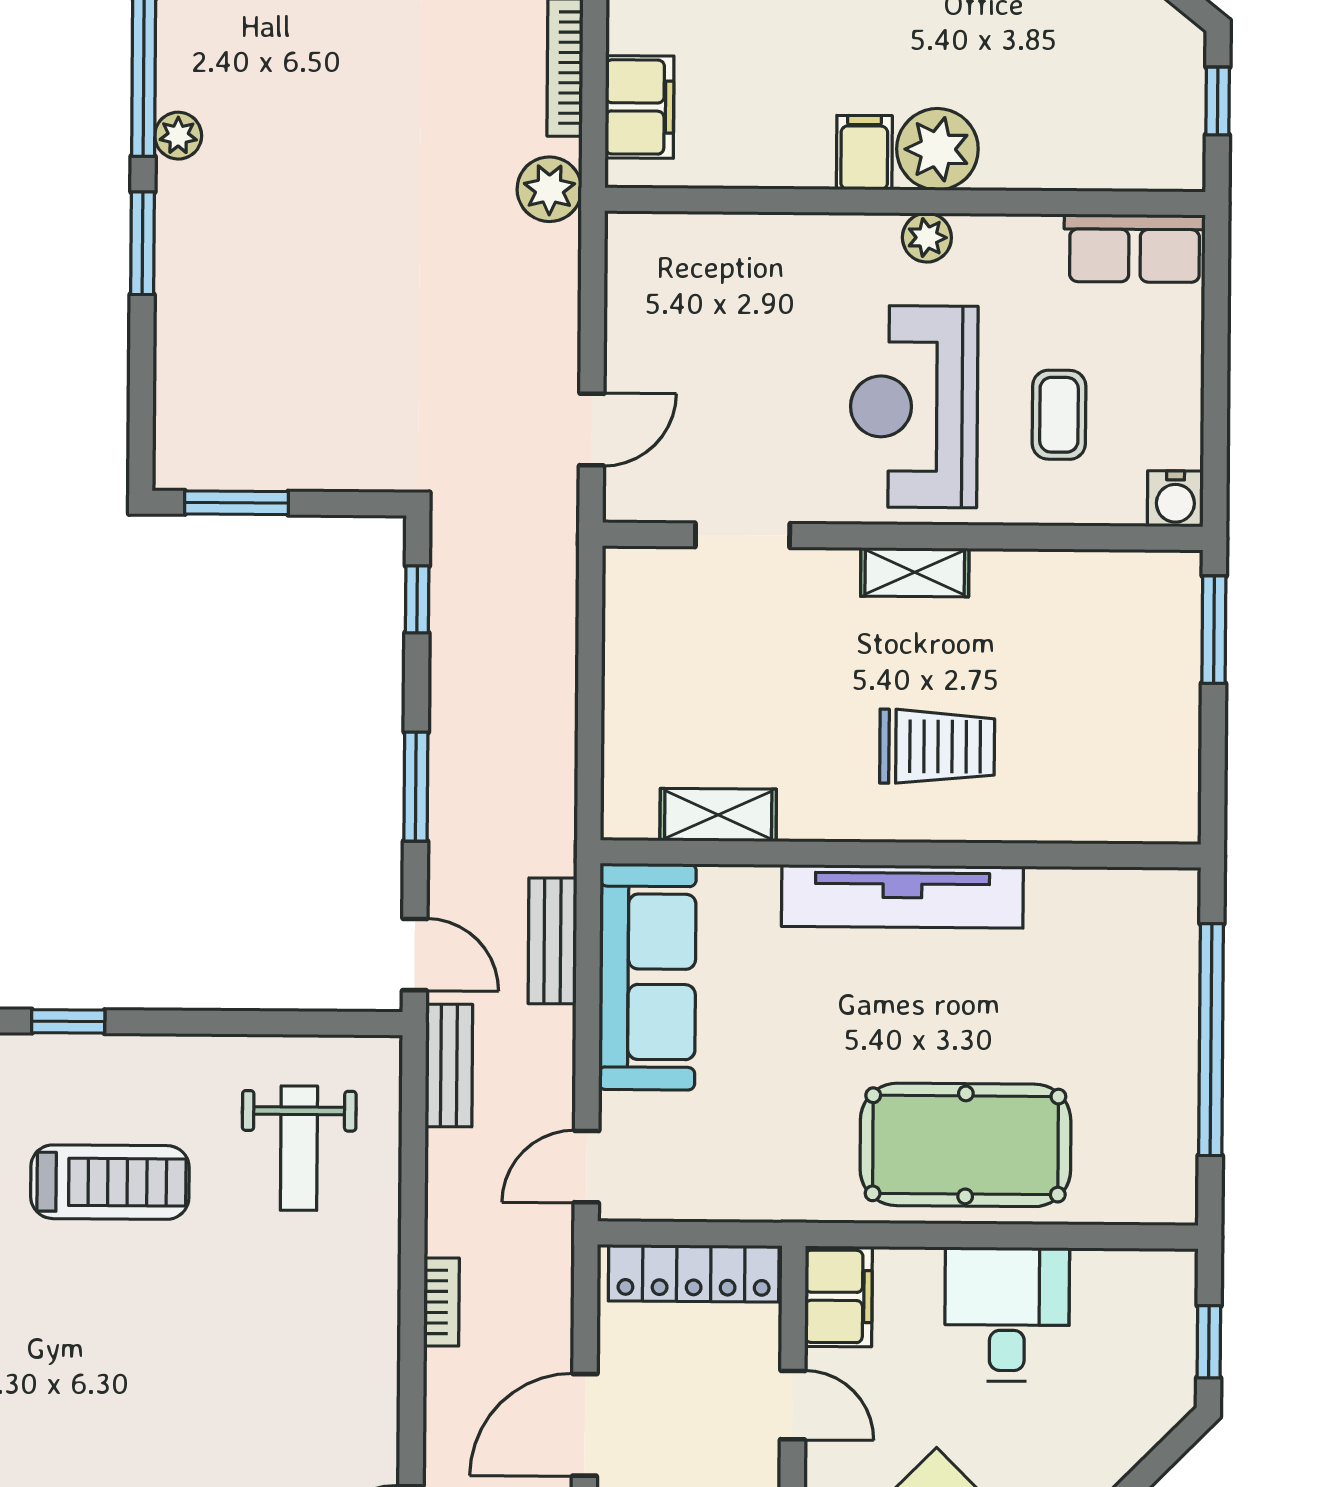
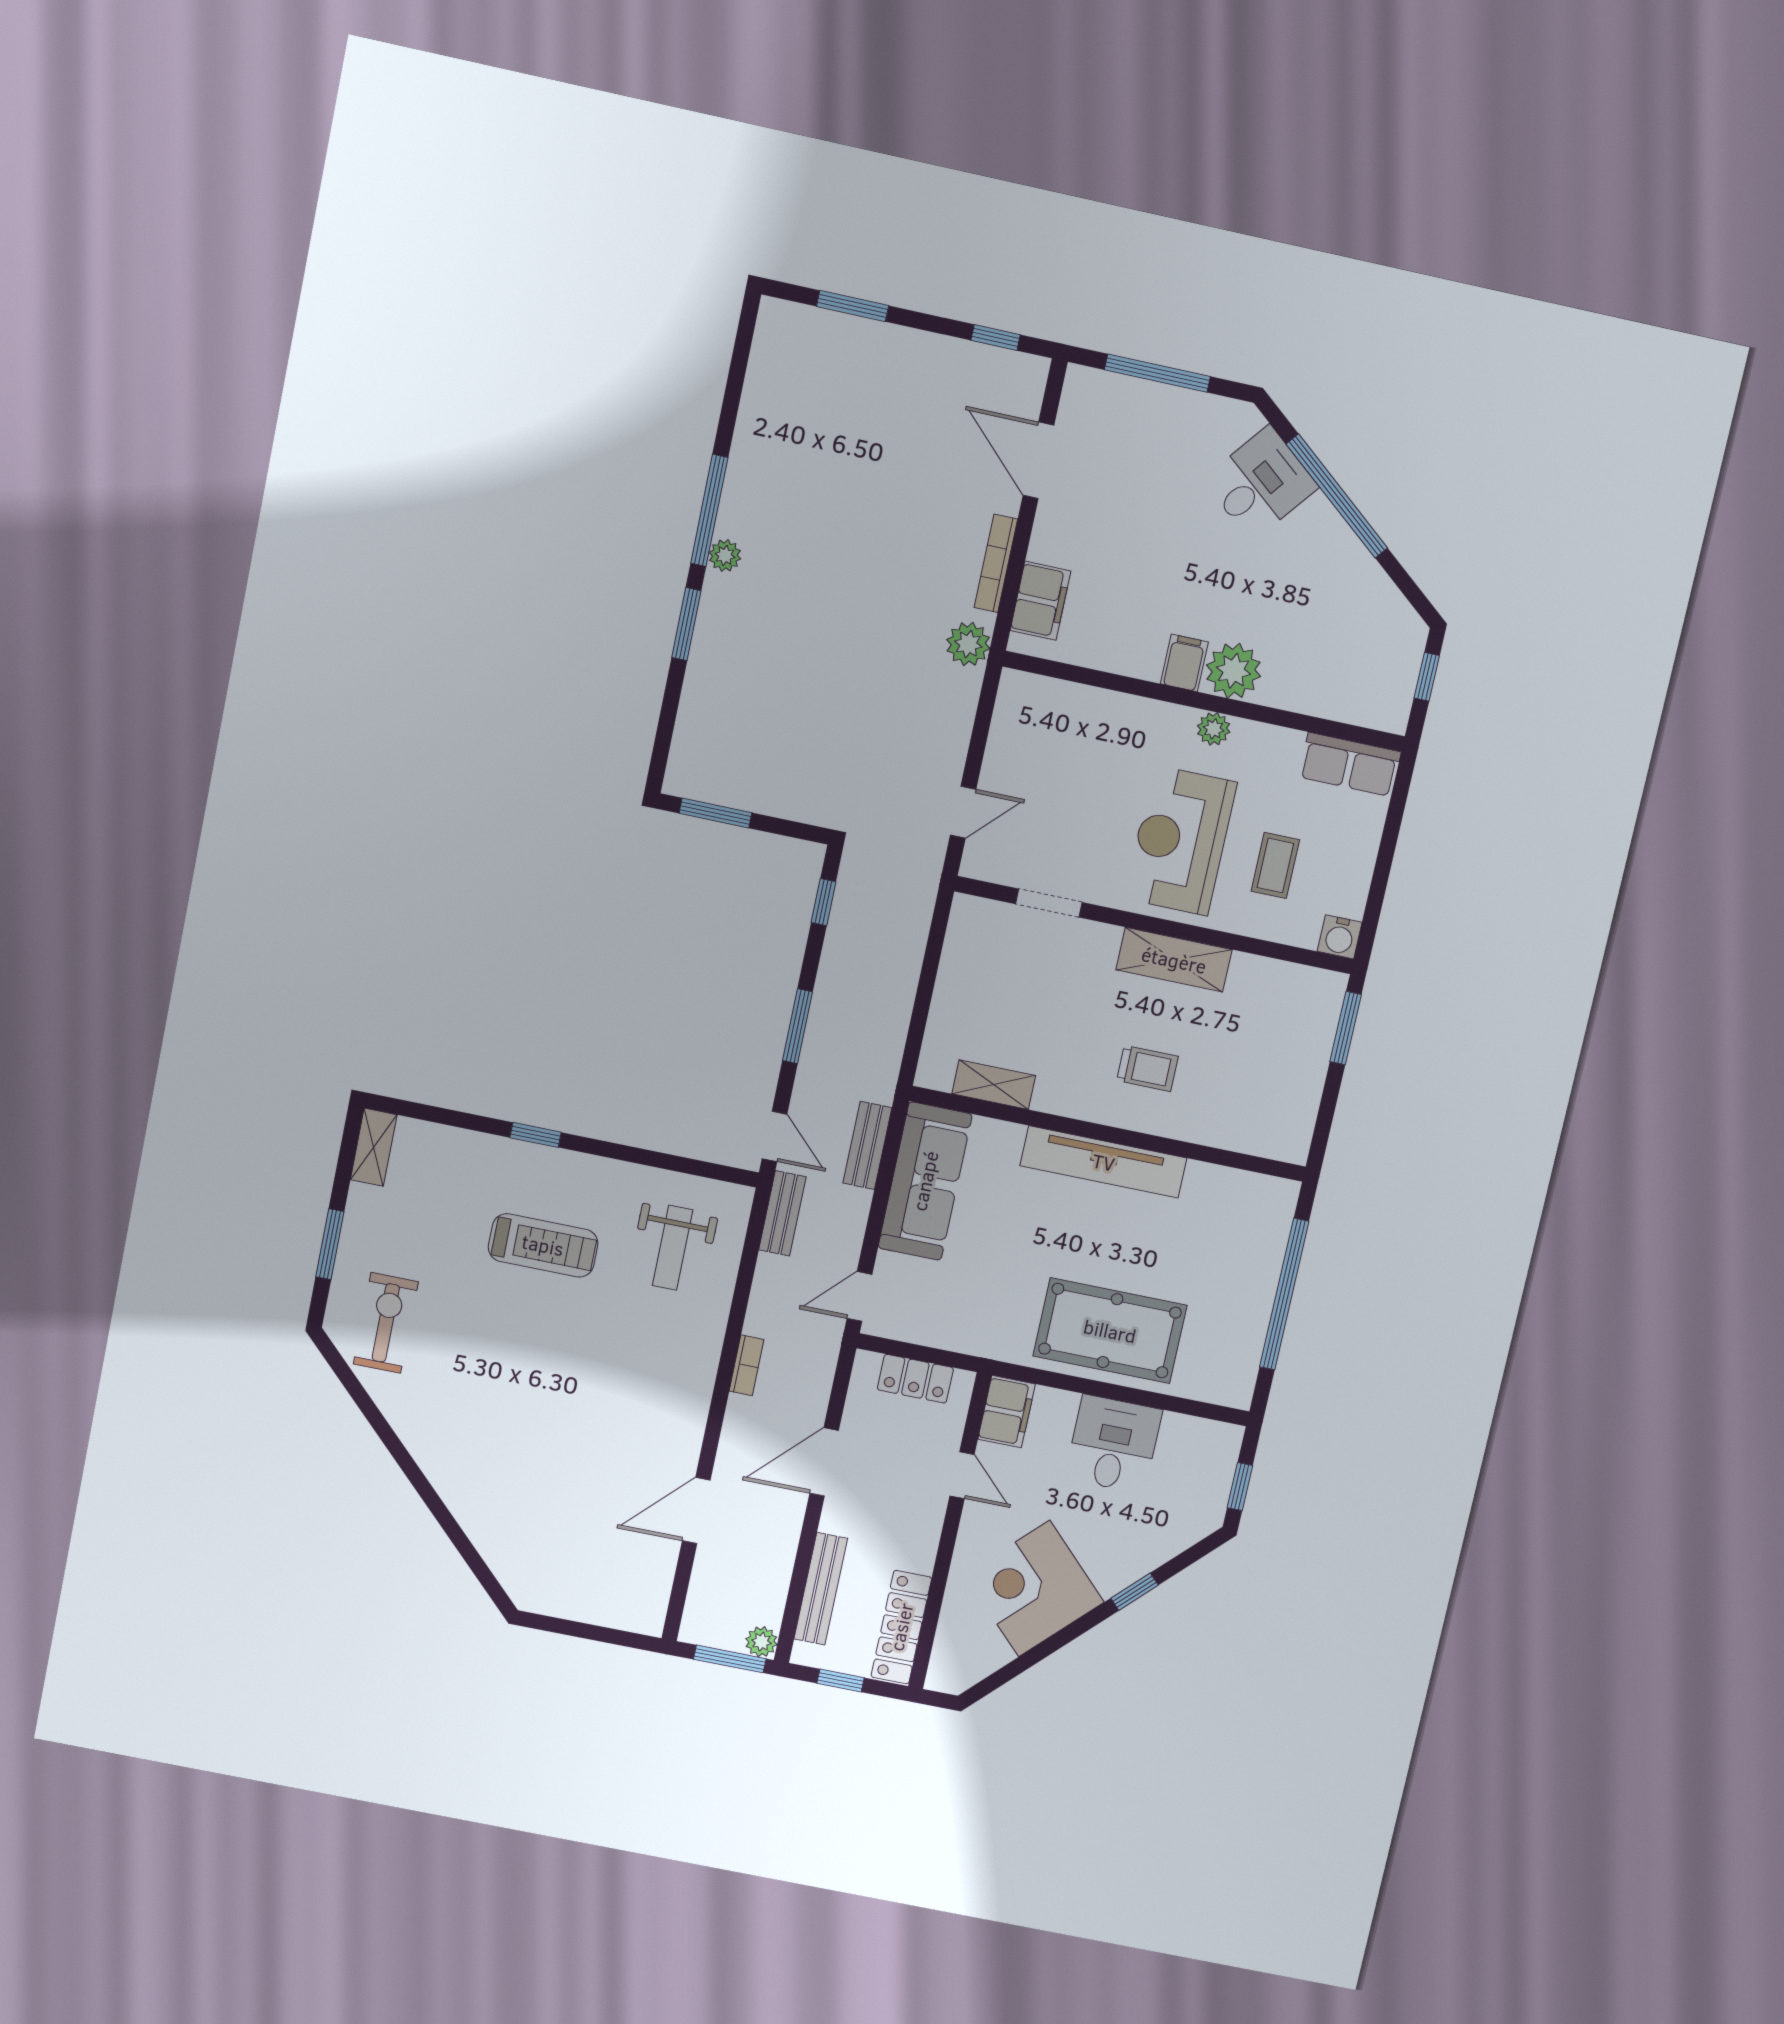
shelving: (915, 572) -> (1174, 960), width x1.50, depth x1.33
trolley: (937, 746) -> (1147, 1068), width x0.73, depth x0.72
locker: (694, 1273) -> (915, 1379), width x0.66

